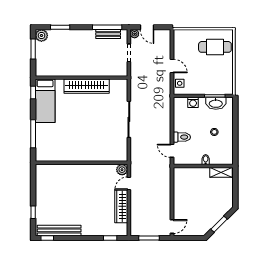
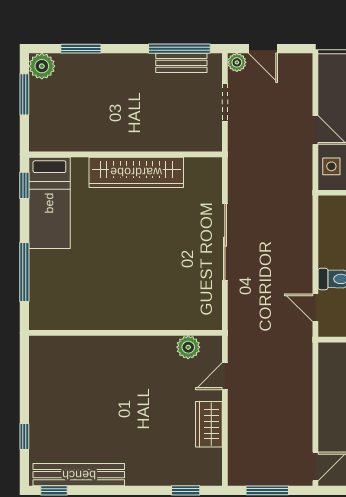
plant: (122, 170) -> (188, 347), moved
wardrobe: (121, 206) -> (209, 424), width x0.67

